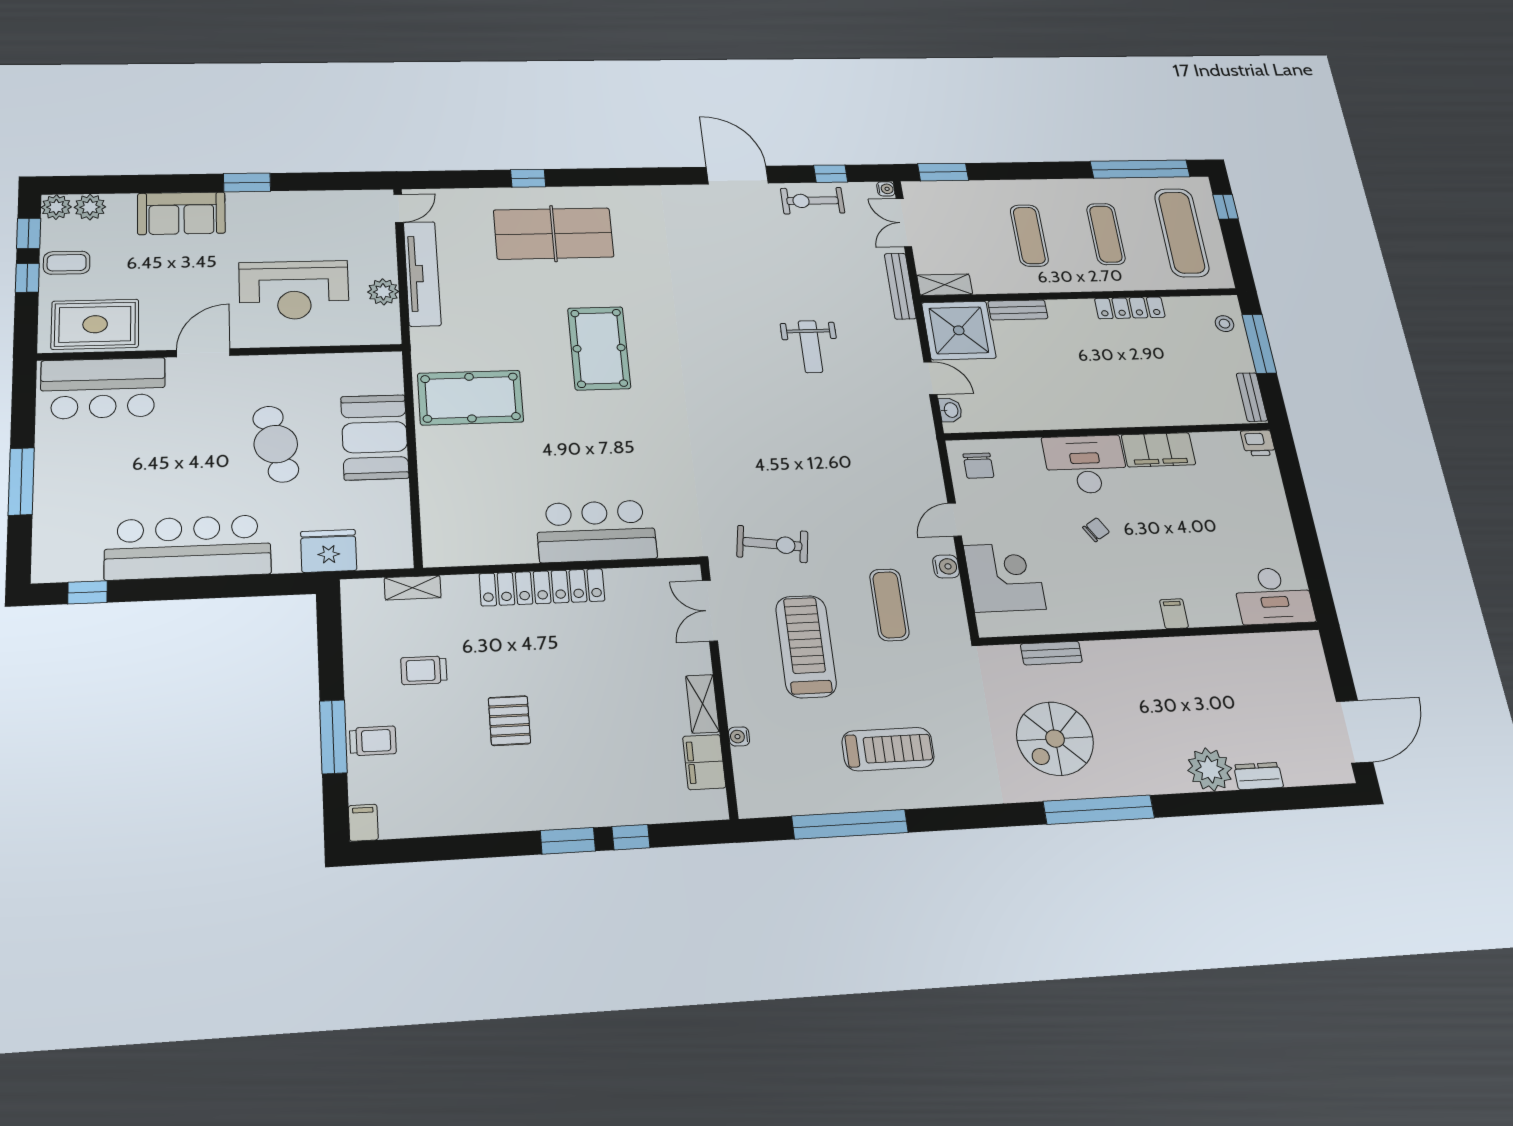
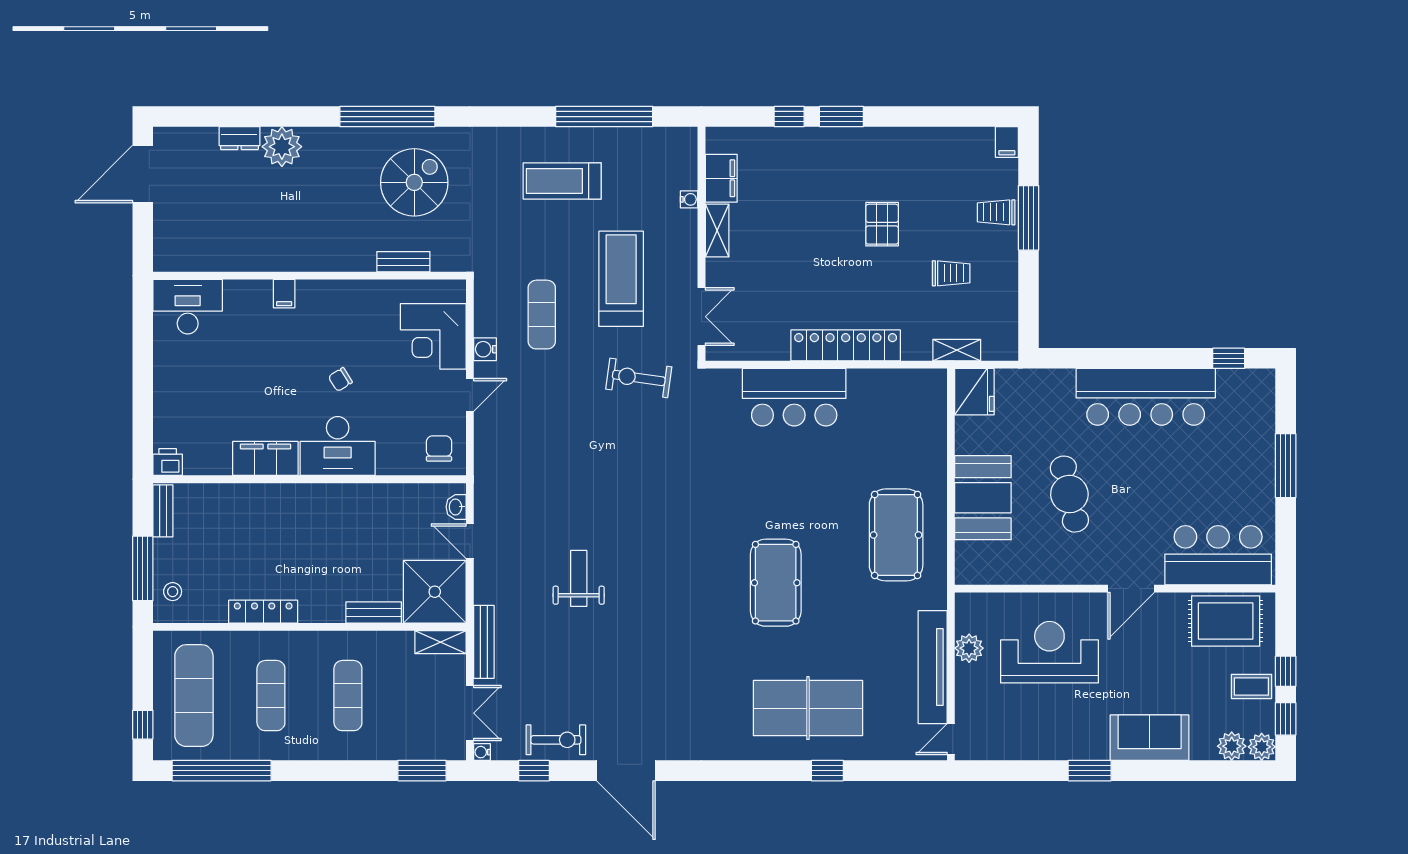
pool table: (470, 398) -> (896, 535), turned 90
fridge: (329, 551) -> (974, 392), moved, turned -90
treadmill: (806, 646) -> (621, 279), turned 180

